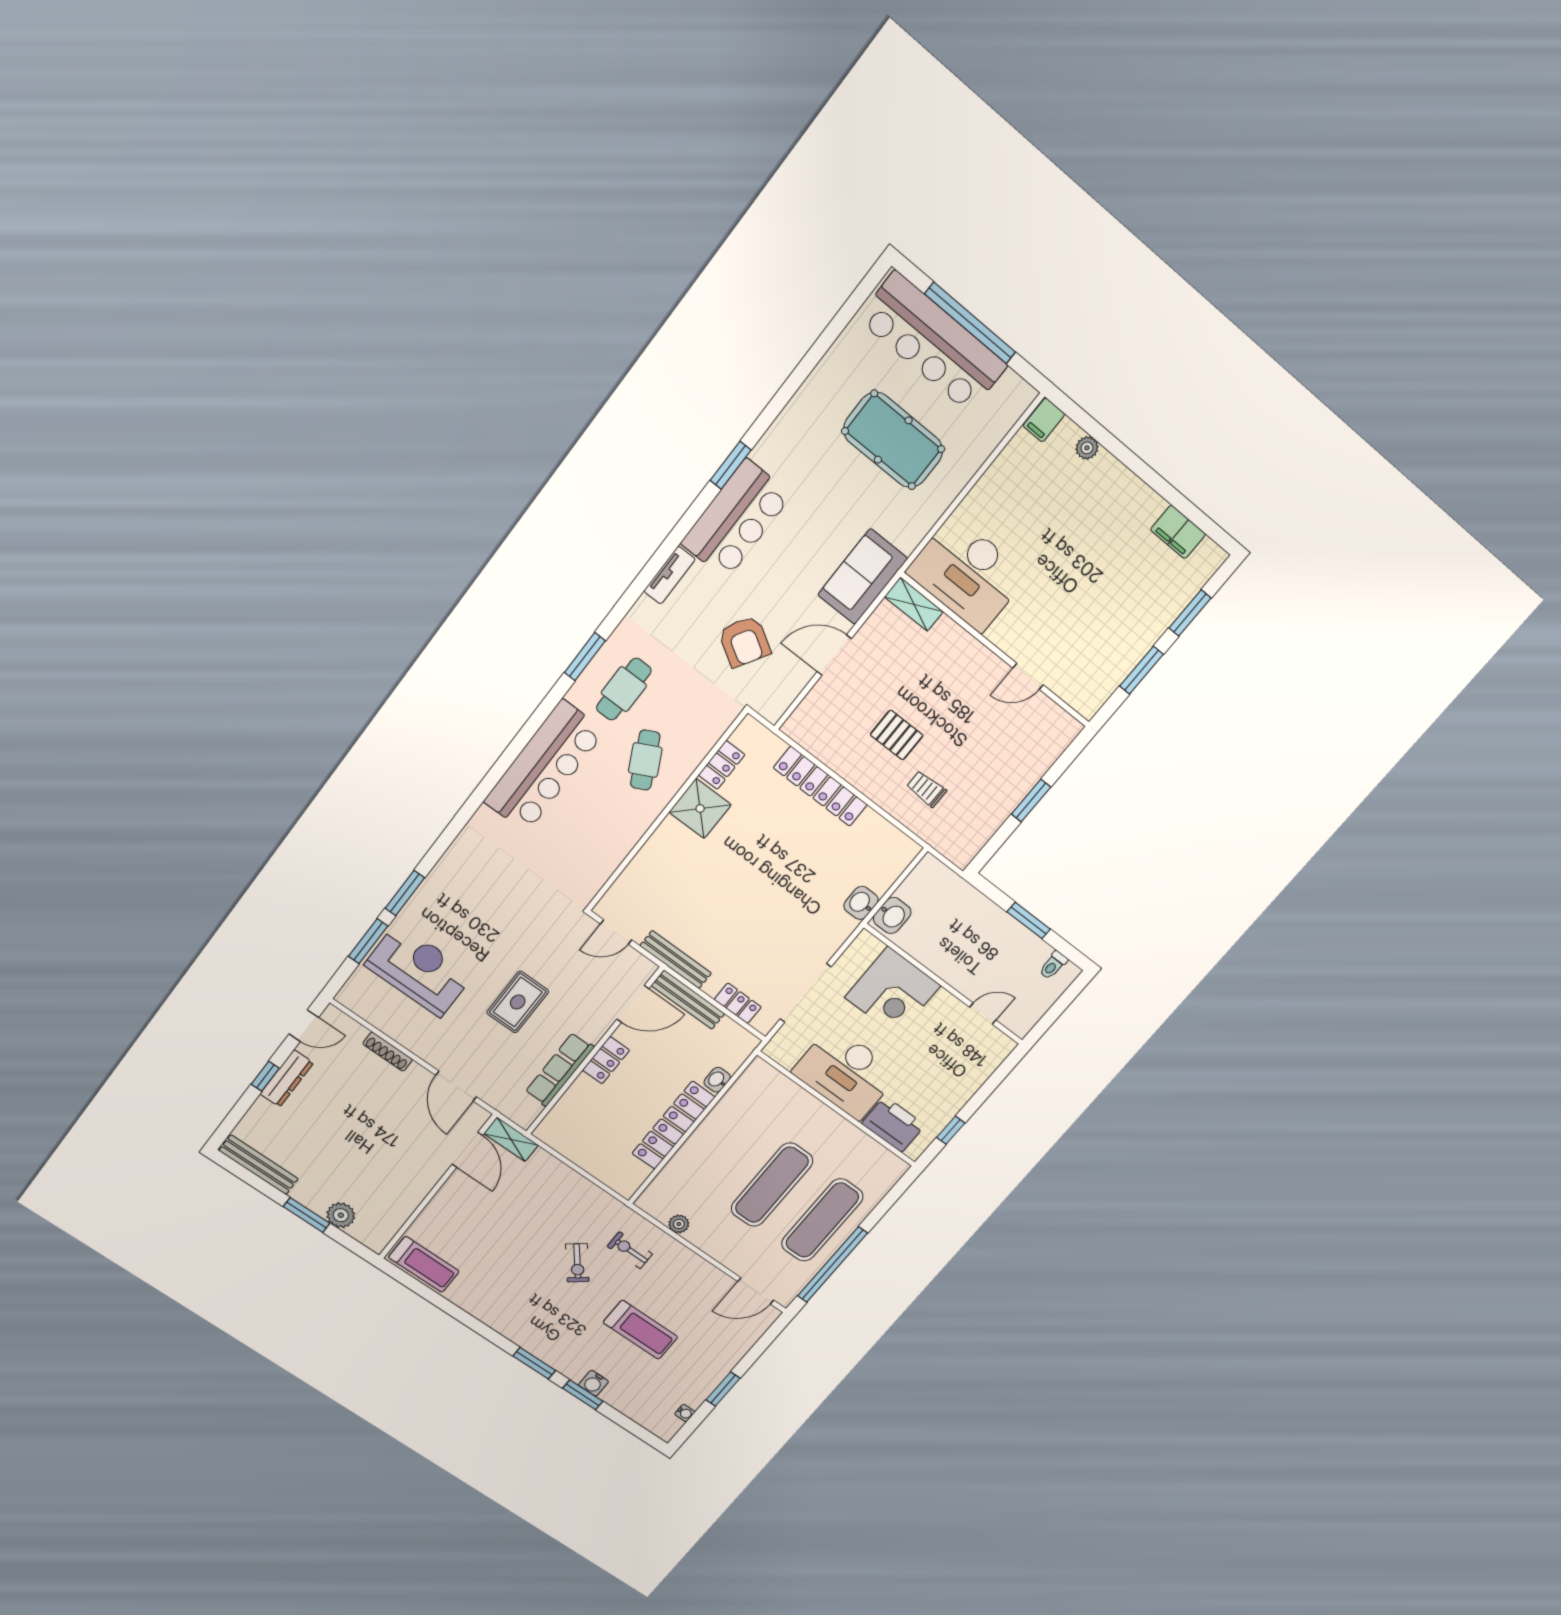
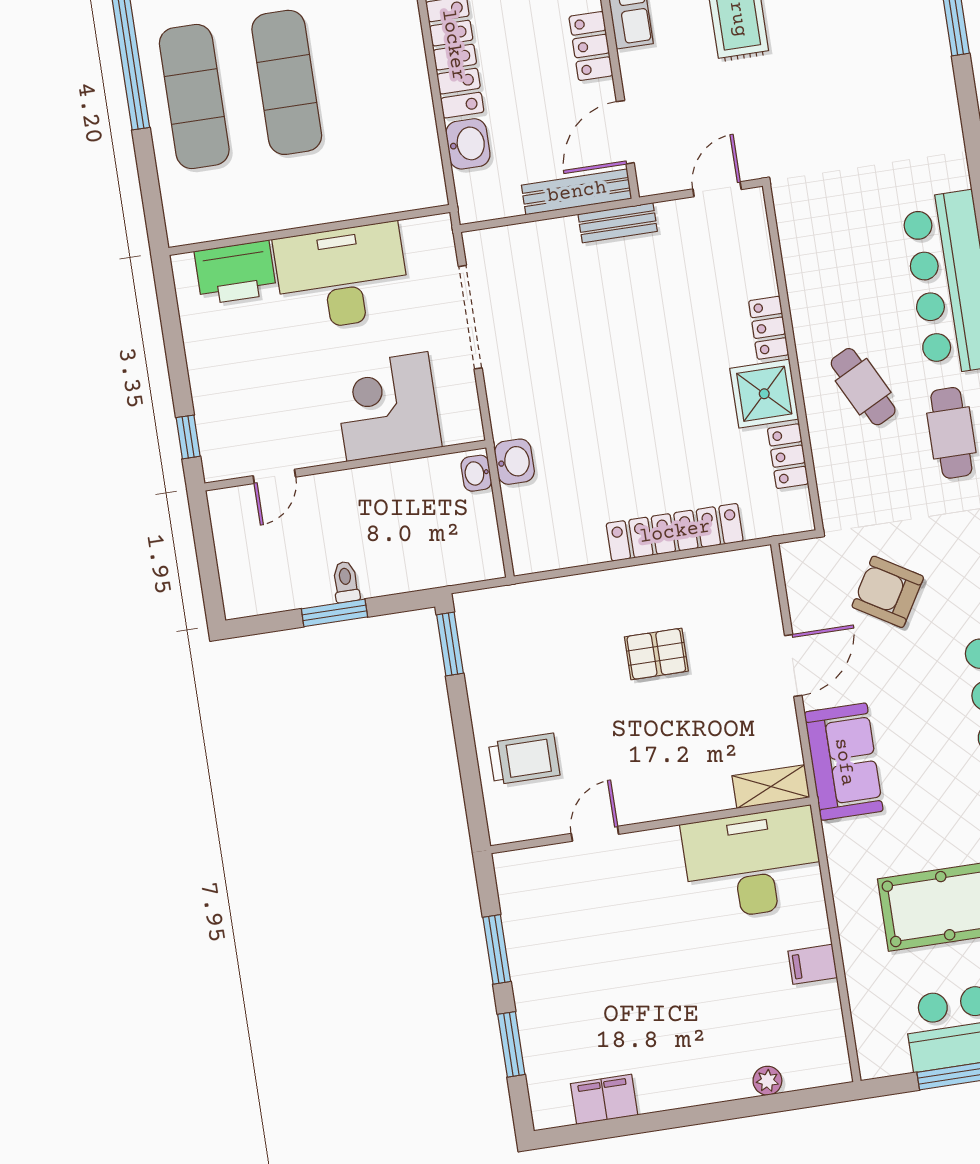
filing cabinet: (1044, 420) -> (813, 964), moved, turned -90
trolley: (926, 789) -> (524, 759), moved, width x1.36, depth x1.39
window: (1031, 801) -> (450, 644), moved
washbasin: (892, 915) -> (476, 473), width x0.72, depth x0.69
bench: (676, 960) -> (618, 223), width x0.73
toilet: (1053, 965) -> (346, 582), moved
locker: (738, 1003) -> (769, 328), moved, turned 90
washbasin: (717, 1080) -> (468, 144), width x1.38, depth x1.45
window: (951, 1130) -> (188, 437), moved

